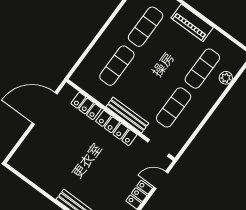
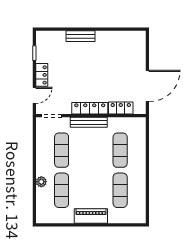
plant: (226, 78) -> (41, 182), moved

